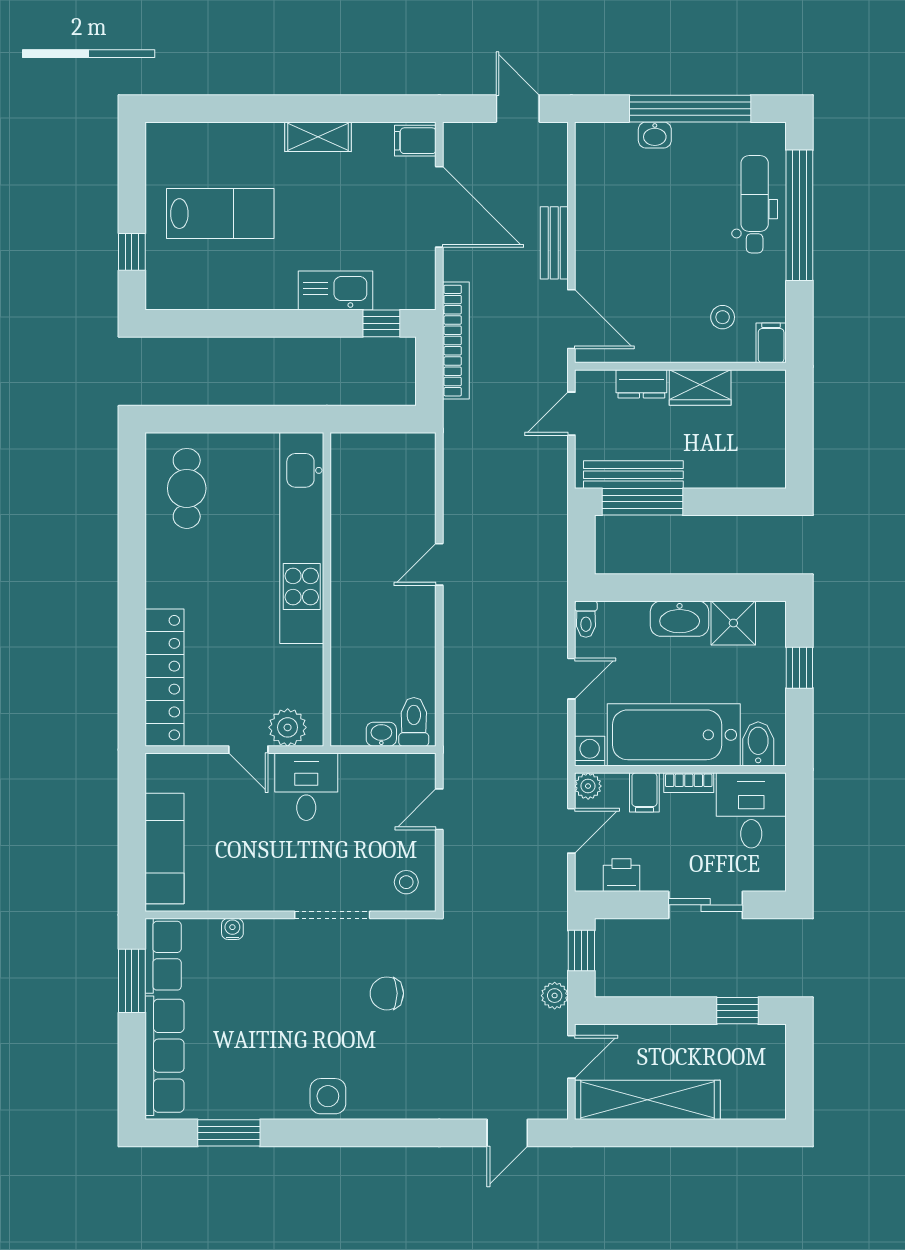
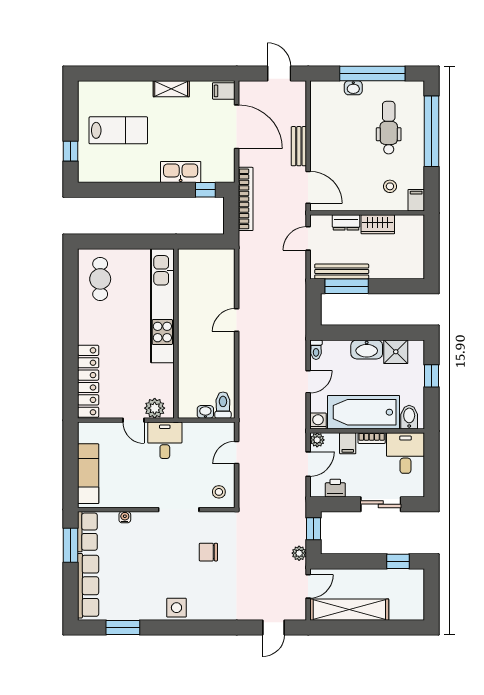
dental chair: (755, 204) -> (389, 128), moved

